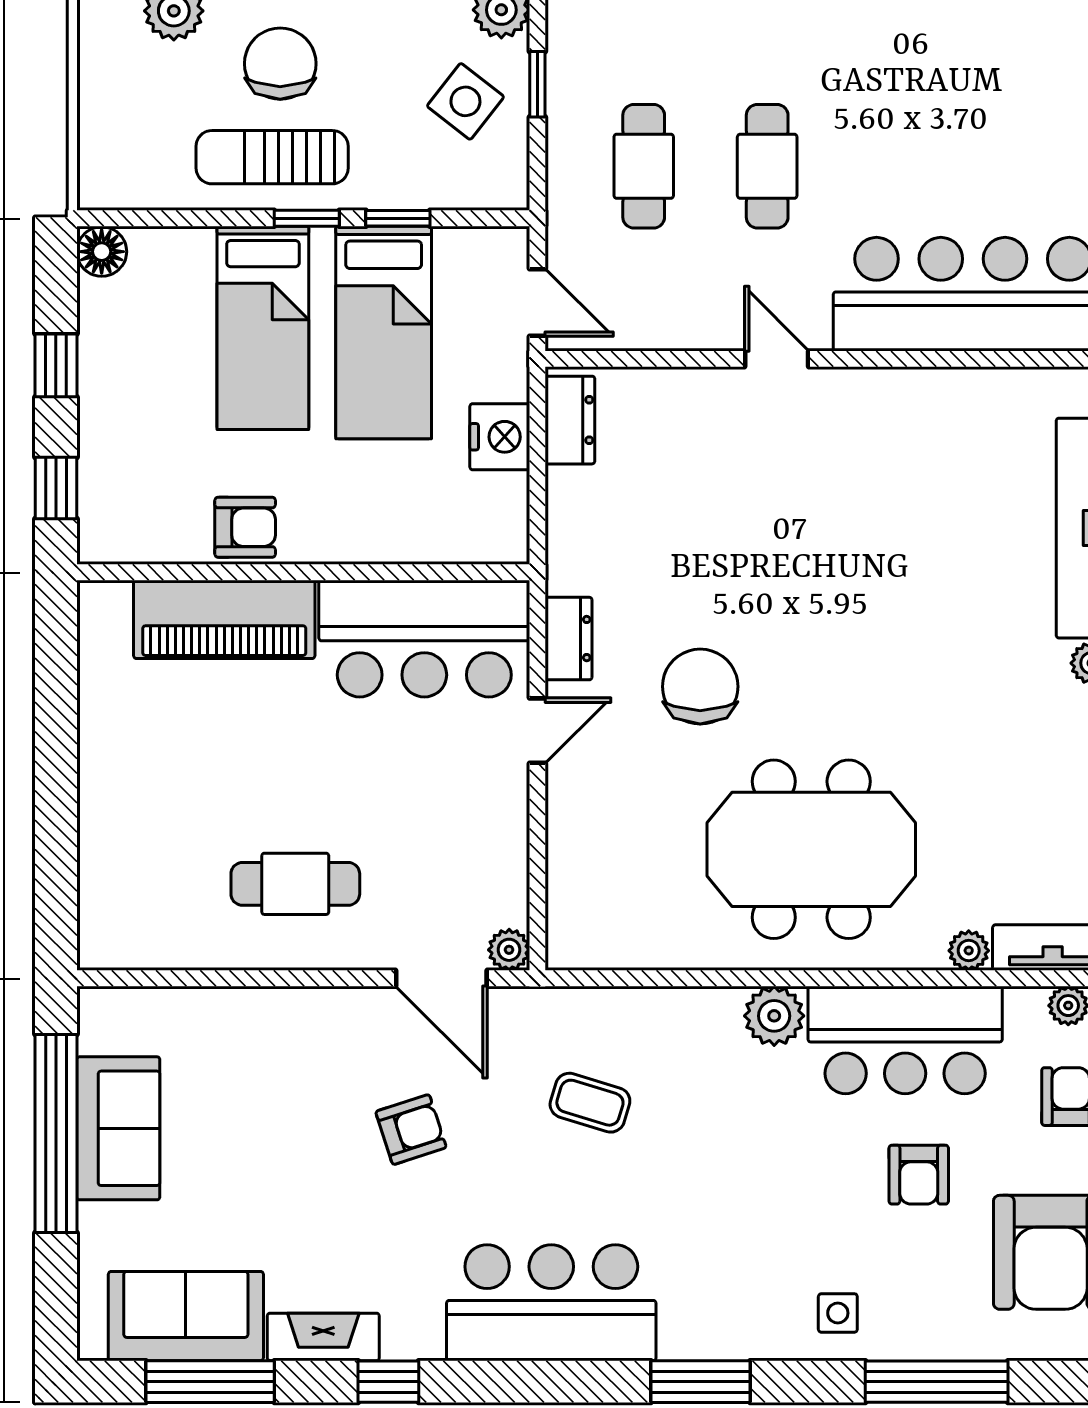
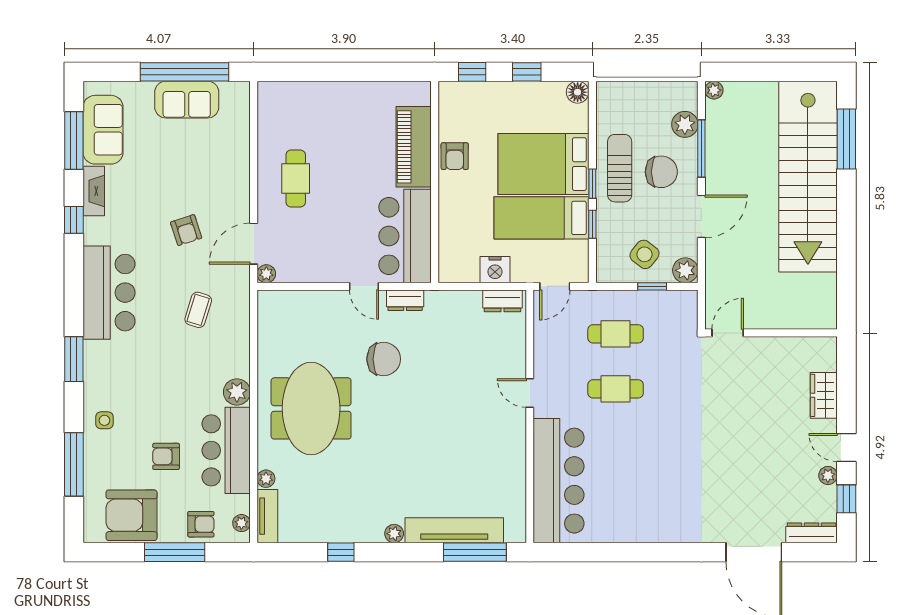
bed: (263, 328) -> (544, 164), width x1.50
door: (777, 359) -> (530, 393), swing flipped

